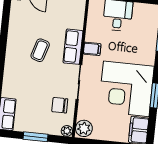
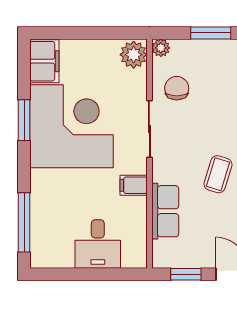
row of seats: (73, 47) -> (165, 211), moved
chair: (60, 105) -> (177, 88), turned -90

